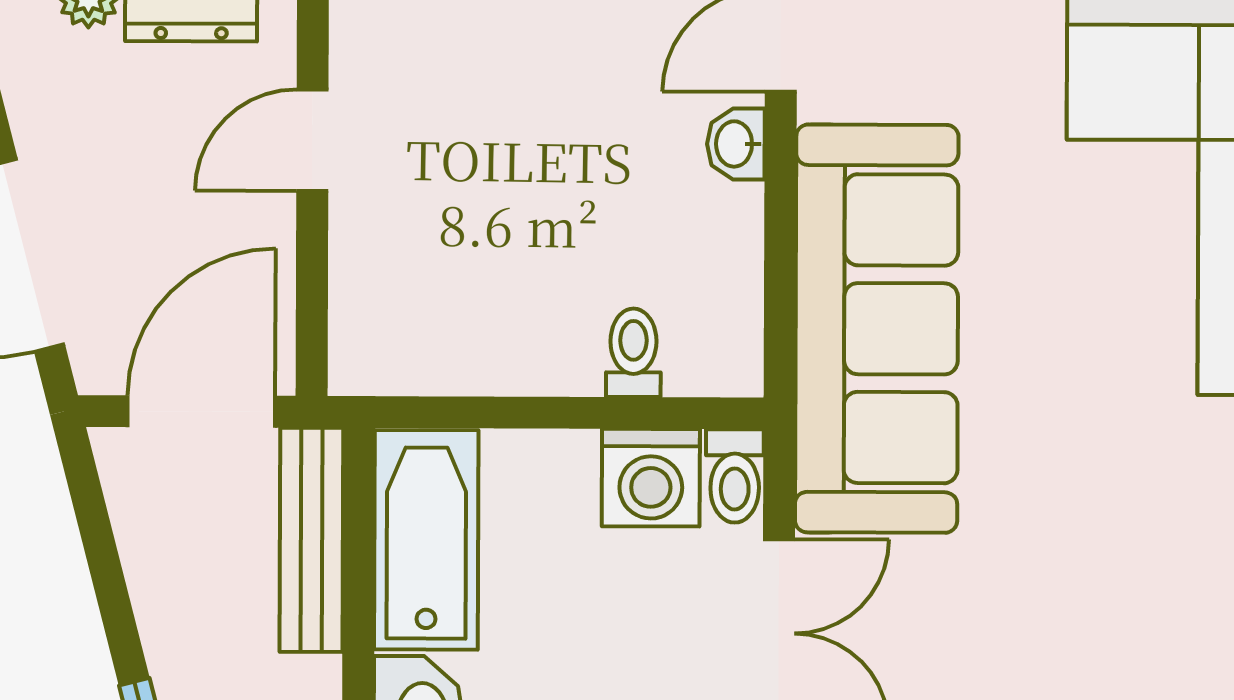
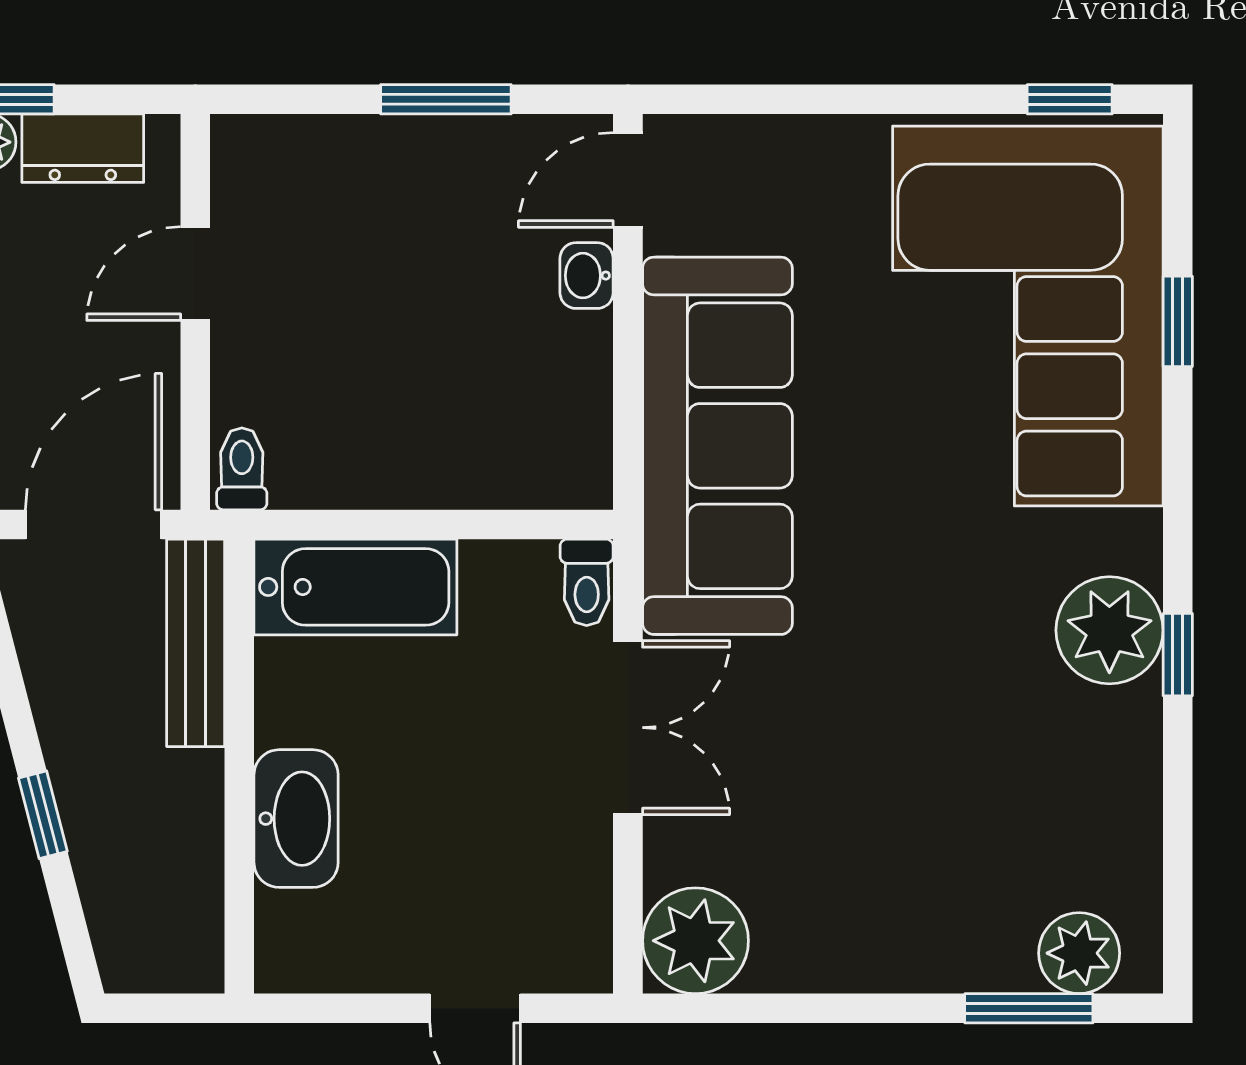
toilet: (633, 353) -> (242, 469), moved
washing machine: (651, 478) -> (509, 584), removed
bathtub: (426, 540) -> (355, 587), moved, turned 90

